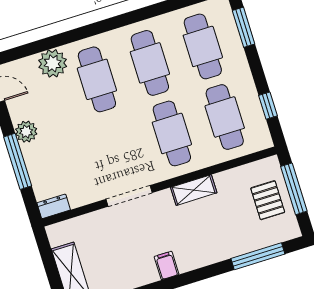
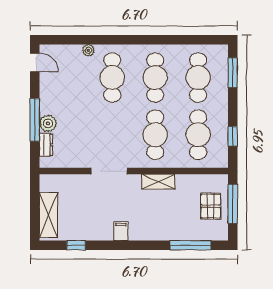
plant: (53, 63) -> (88, 50), width x0.53, depth x0.53
plant: (26, 132) -> (48, 123), moved
dresser: (54, 206) -> (46, 145), moved, turned 90

